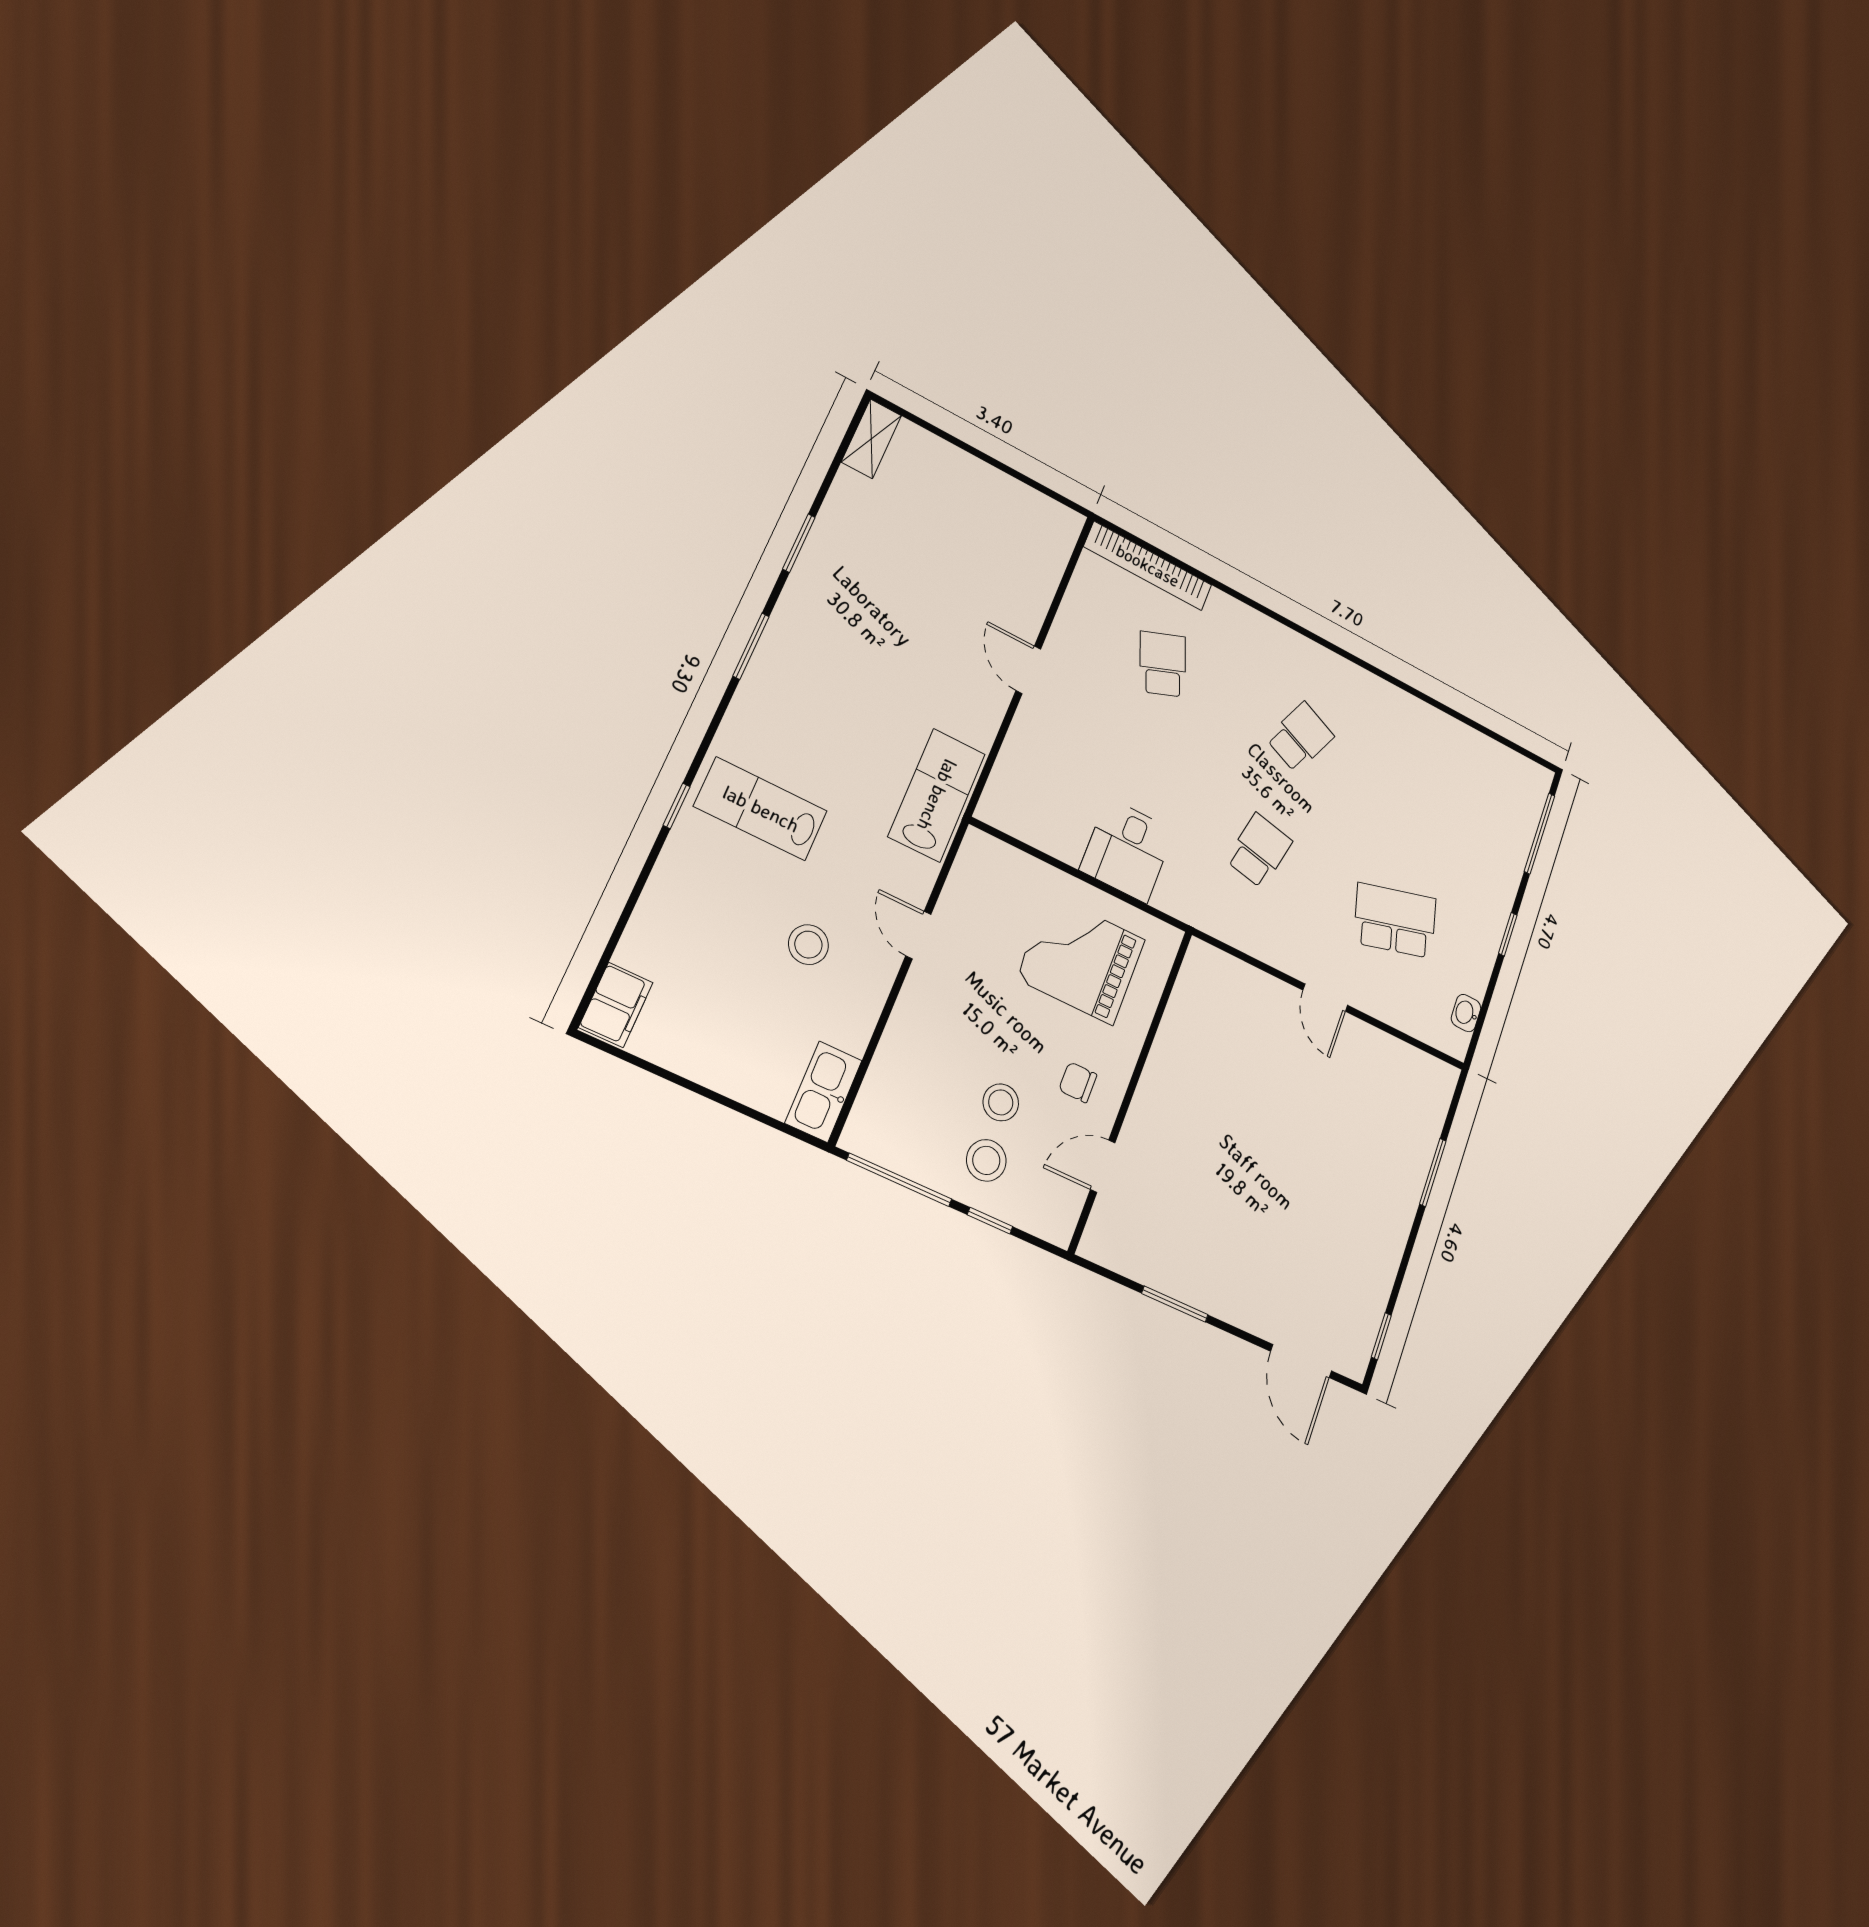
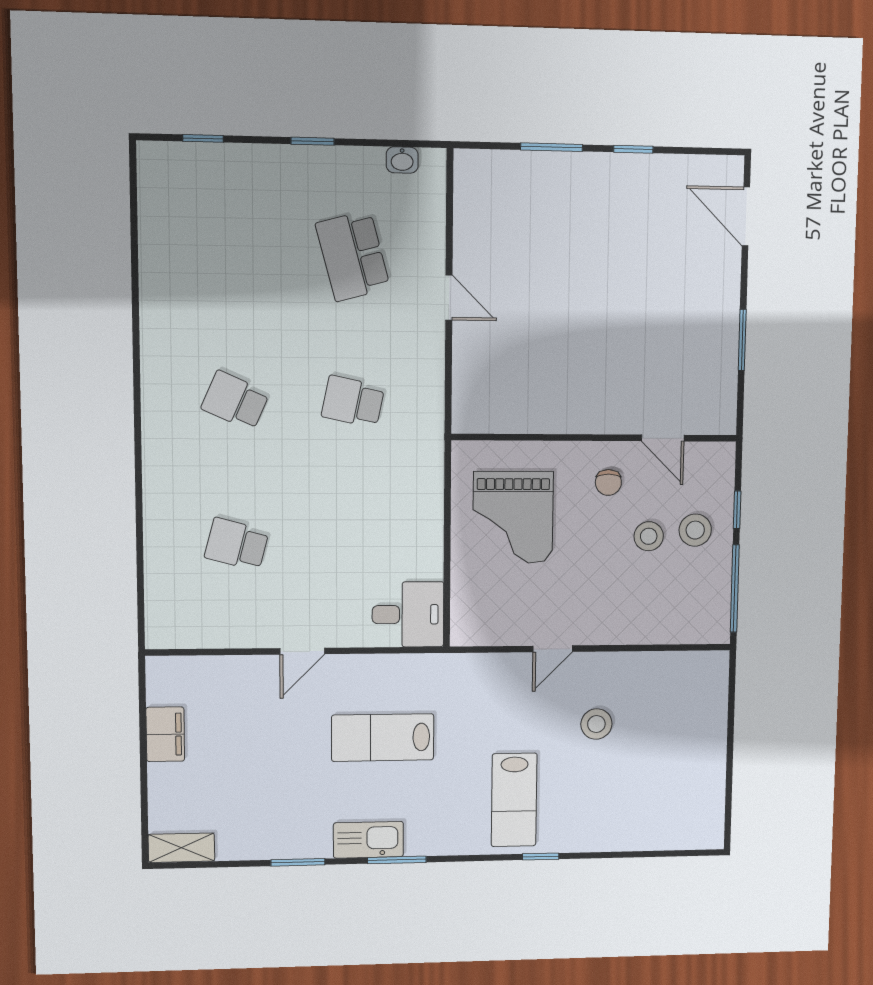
bookcase: (1148, 566) -> (158, 590), removed
school desk: (1163, 664) -> (237, 544), turned 36
lab bench: (937, 795) -> (383, 738), moved
window: (1539, 833) -> (203, 138), width x0.46
desk: (1127, 850) -> (408, 614), moved
door: (1325, 998) -> (449, 298), hinge flipped
filing cabinet: (616, 1005) -> (165, 734), moved, turned 90
kitchen sink: (824, 1092) -> (368, 840), moved, turned 180
window: (1381, 1336) -> (633, 149), moved
door: (1301, 1361) -> (746, 217), swing flipped

